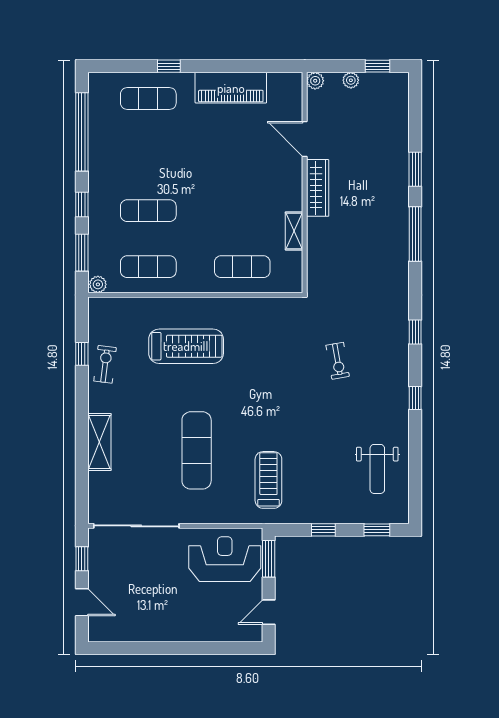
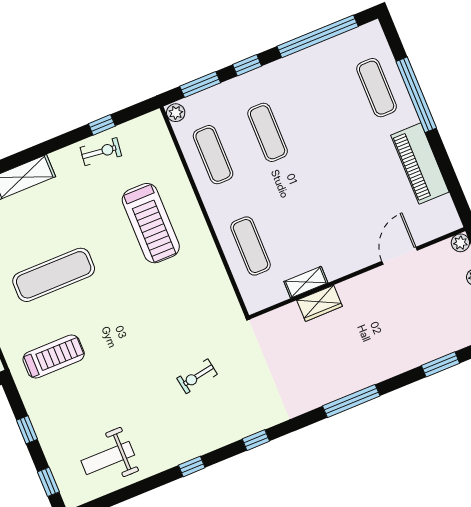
window: (169, 66) -> (416, 95), width x3.17
window: (415, 169) -> (440, 364), moved
wardrobe: (318, 188) -> (320, 303), moved, width x0.67

